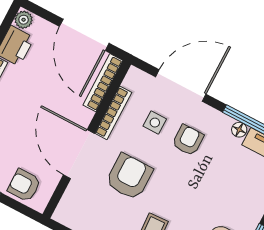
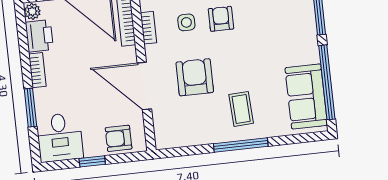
bookcase: (113, 113) -> (149, 28), width x0.64

